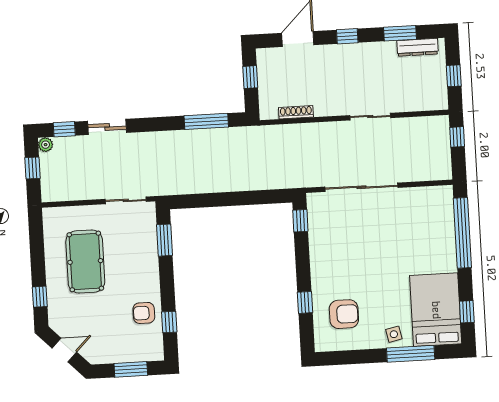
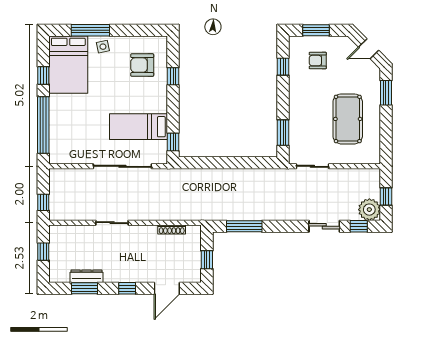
dresser: (417, 47) -> (87, 276), moved
plant: (46, 145) -> (369, 210), width x1.88, depth x1.88
bed: (344, 237) -> (138, 127), added
window: (40, 297) -> (386, 93), width x1.50
window: (467, 312) -> (43, 75), moved
armchair: (144, 313) -> (318, 61), moved, turned 180

